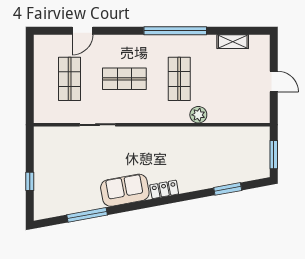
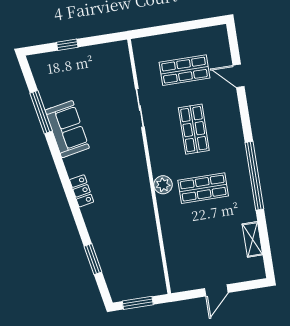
plant: (198, 115) -> (163, 185), moved
sofa: (125, 190) -> (67, 129), moved

